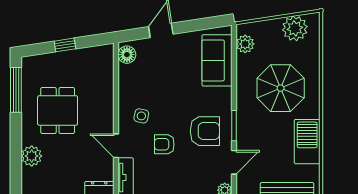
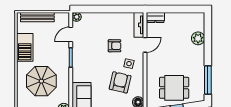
dining table: (58, 110) -> (174, 88), moved, turned 90
armchair: (205, 131) -> (120, 82), moved, turned 103
door: (116, 146) -> (145, 45), hinge flipped

